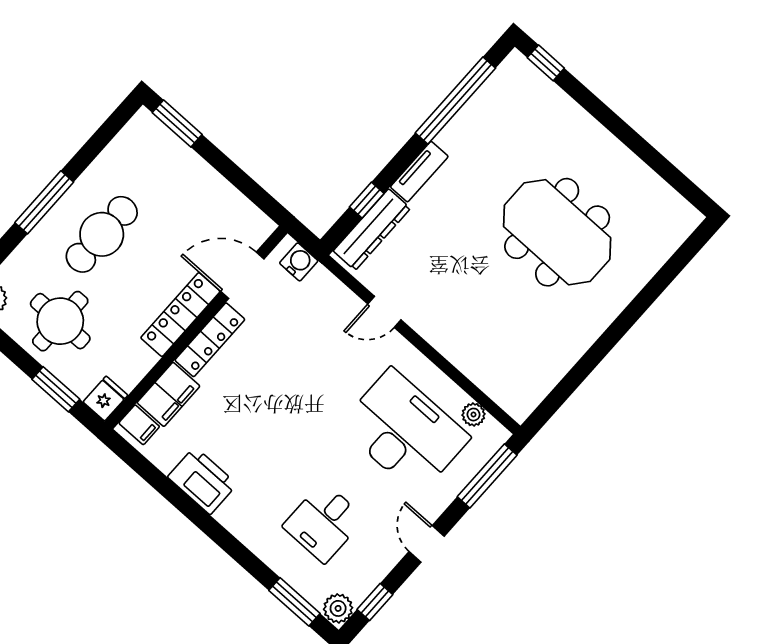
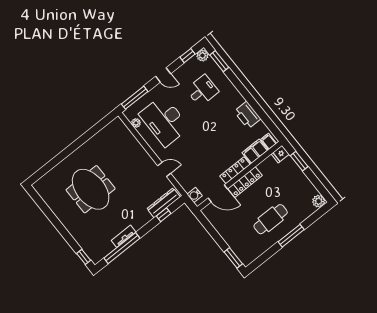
tv unit: (419, 172) -> (124, 236), moved
round table: (60, 321) -> (293, 188), removed
door: (427, 544) -> (163, 75), hinge flipped

